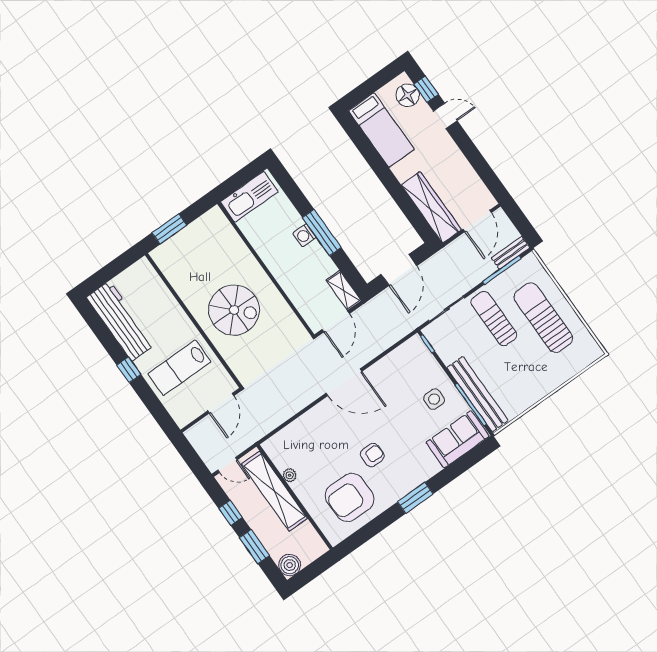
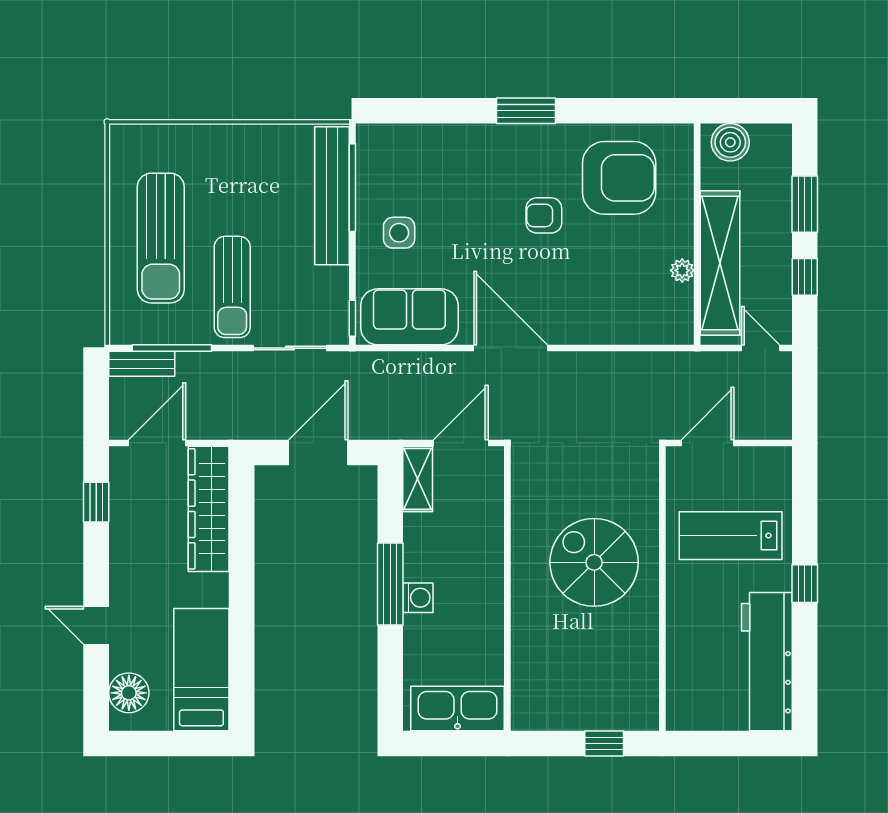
window: (426, 89) -> (96, 502), moved
window: (169, 229) -> (604, 743), width x0.67
lab bench: (179, 368) -> (731, 536), turned 180
sofa: (458, 439) -> (409, 317), moved, turned 180
boiler: (290, 565) -> (730, 142), moved

